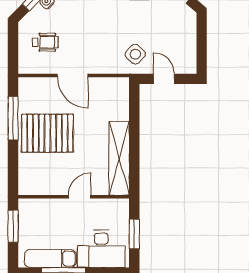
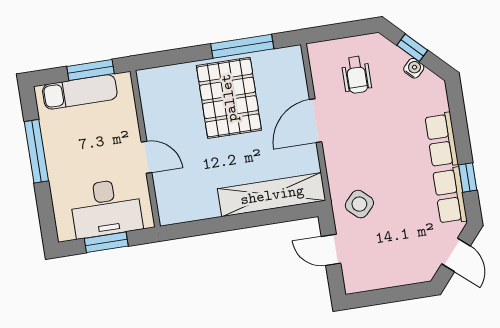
door: (164, 79) -> (331, 250), swing flipped
shelving: (119, 158) -> (272, 195), moved
desk: (101, 249) -> (106, 208), moved, turned -90
exam couch: (50, 259) -> (80, 92), moved, turned 90

